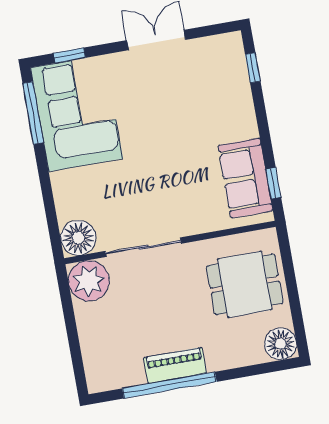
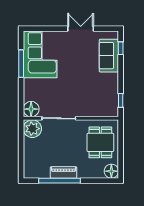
window: (70, 55) -> (42, 29), removed
window: (33, 113) -> (21, 64), moved
sofa: (245, 178) -> (109, 56), moved
dining table: (245, 284) -> (100, 142), turned 90

